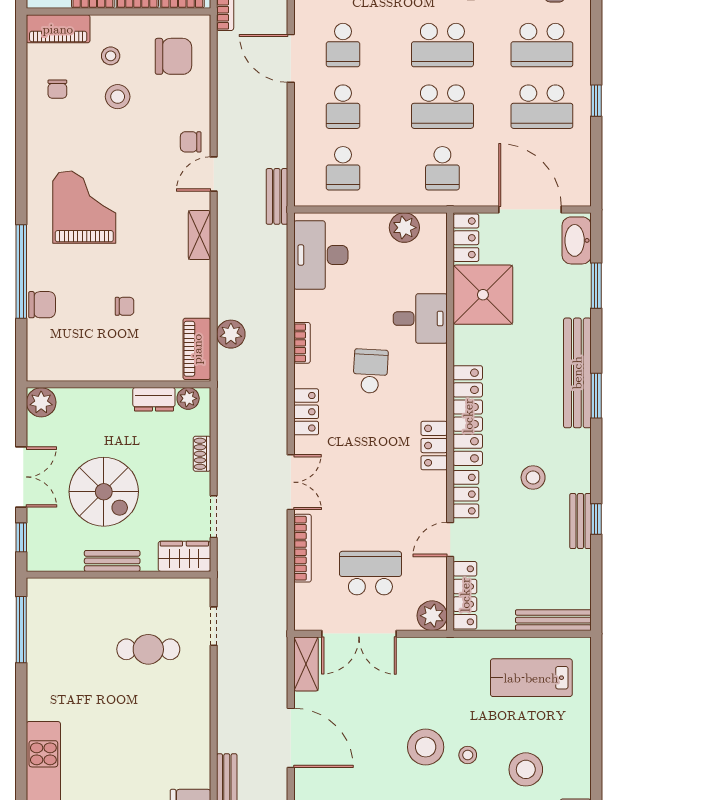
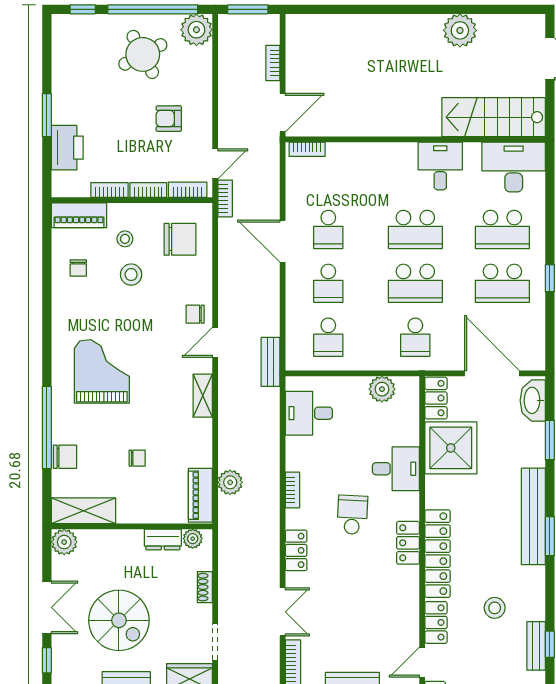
desk: (321, 255) -> (309, 413), width x0.73
shelving: (63, 367) -> (83, 511), added
locker: (434, 446) -> (408, 543), moved

